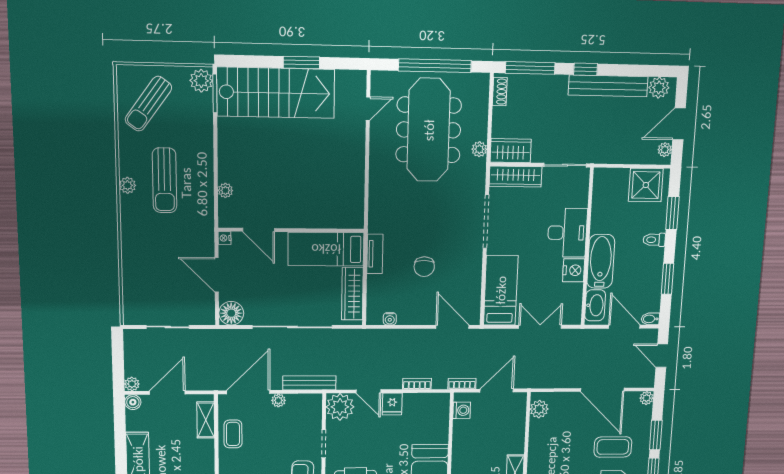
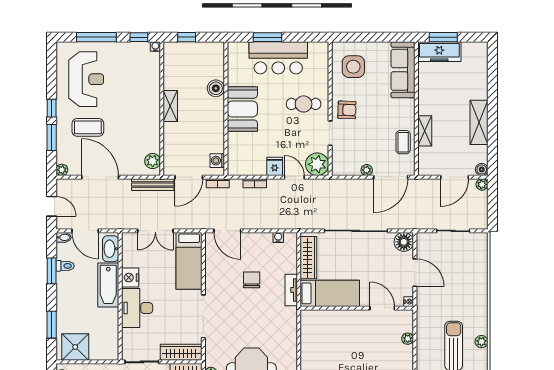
toilet: (654, 240) -> (65, 266), moved
bench: (309, 383) -> (153, 185), moved
shelving: (206, 420) -> (425, 131), moved

